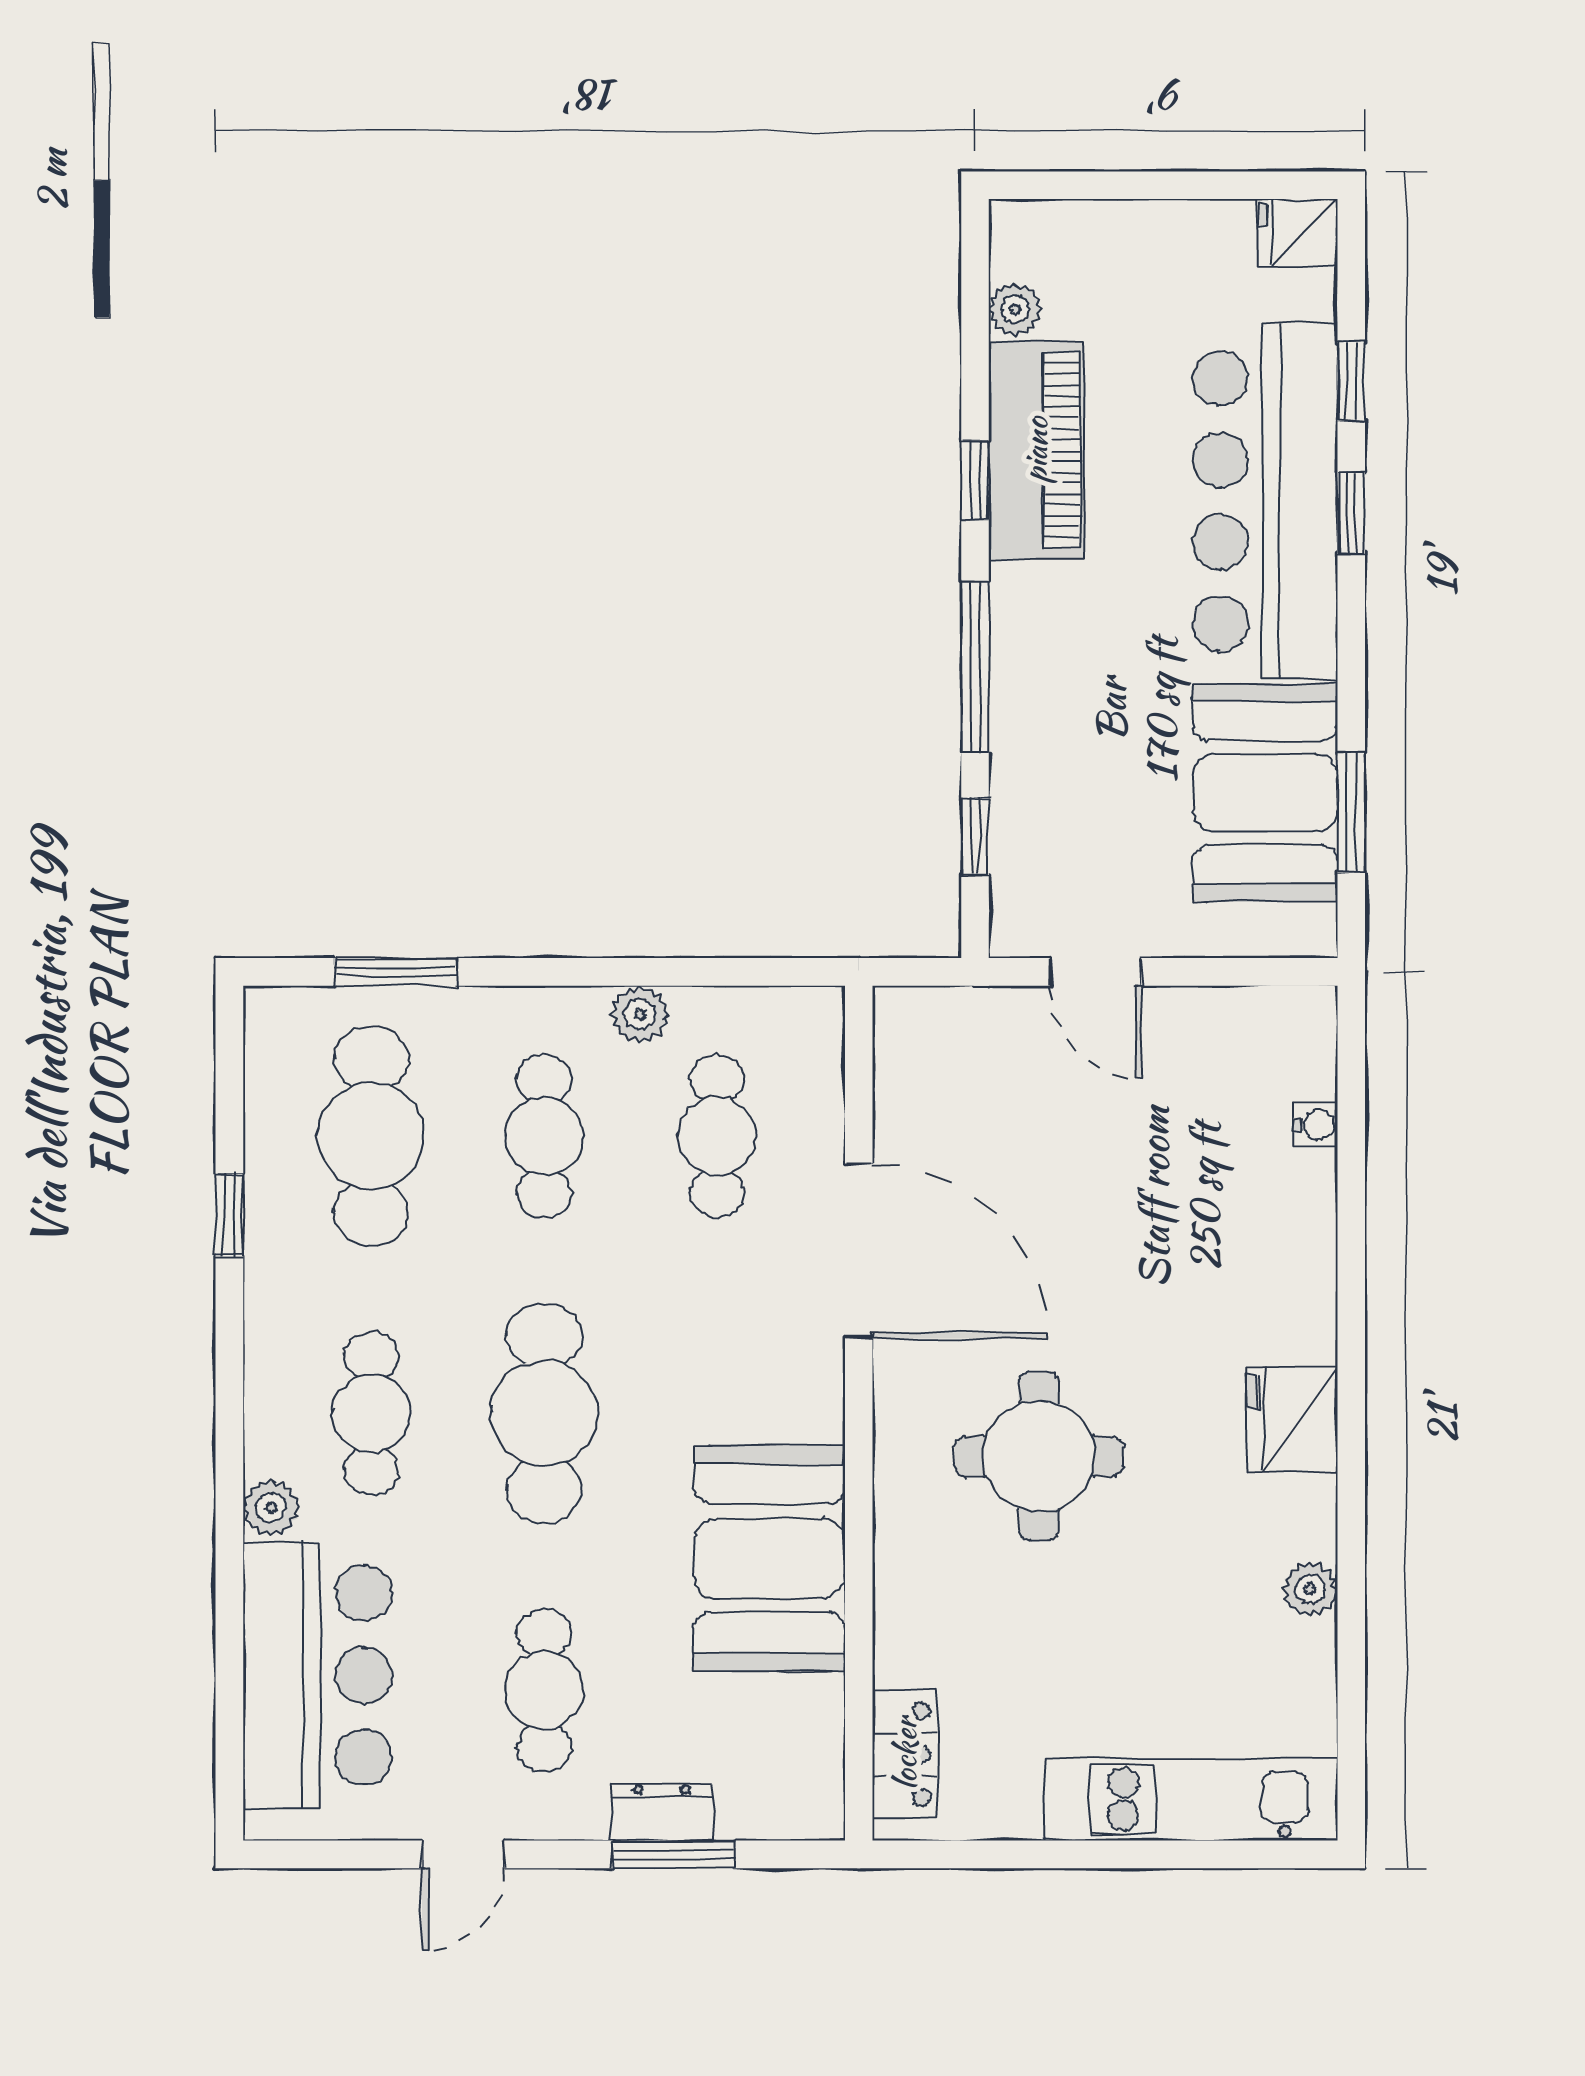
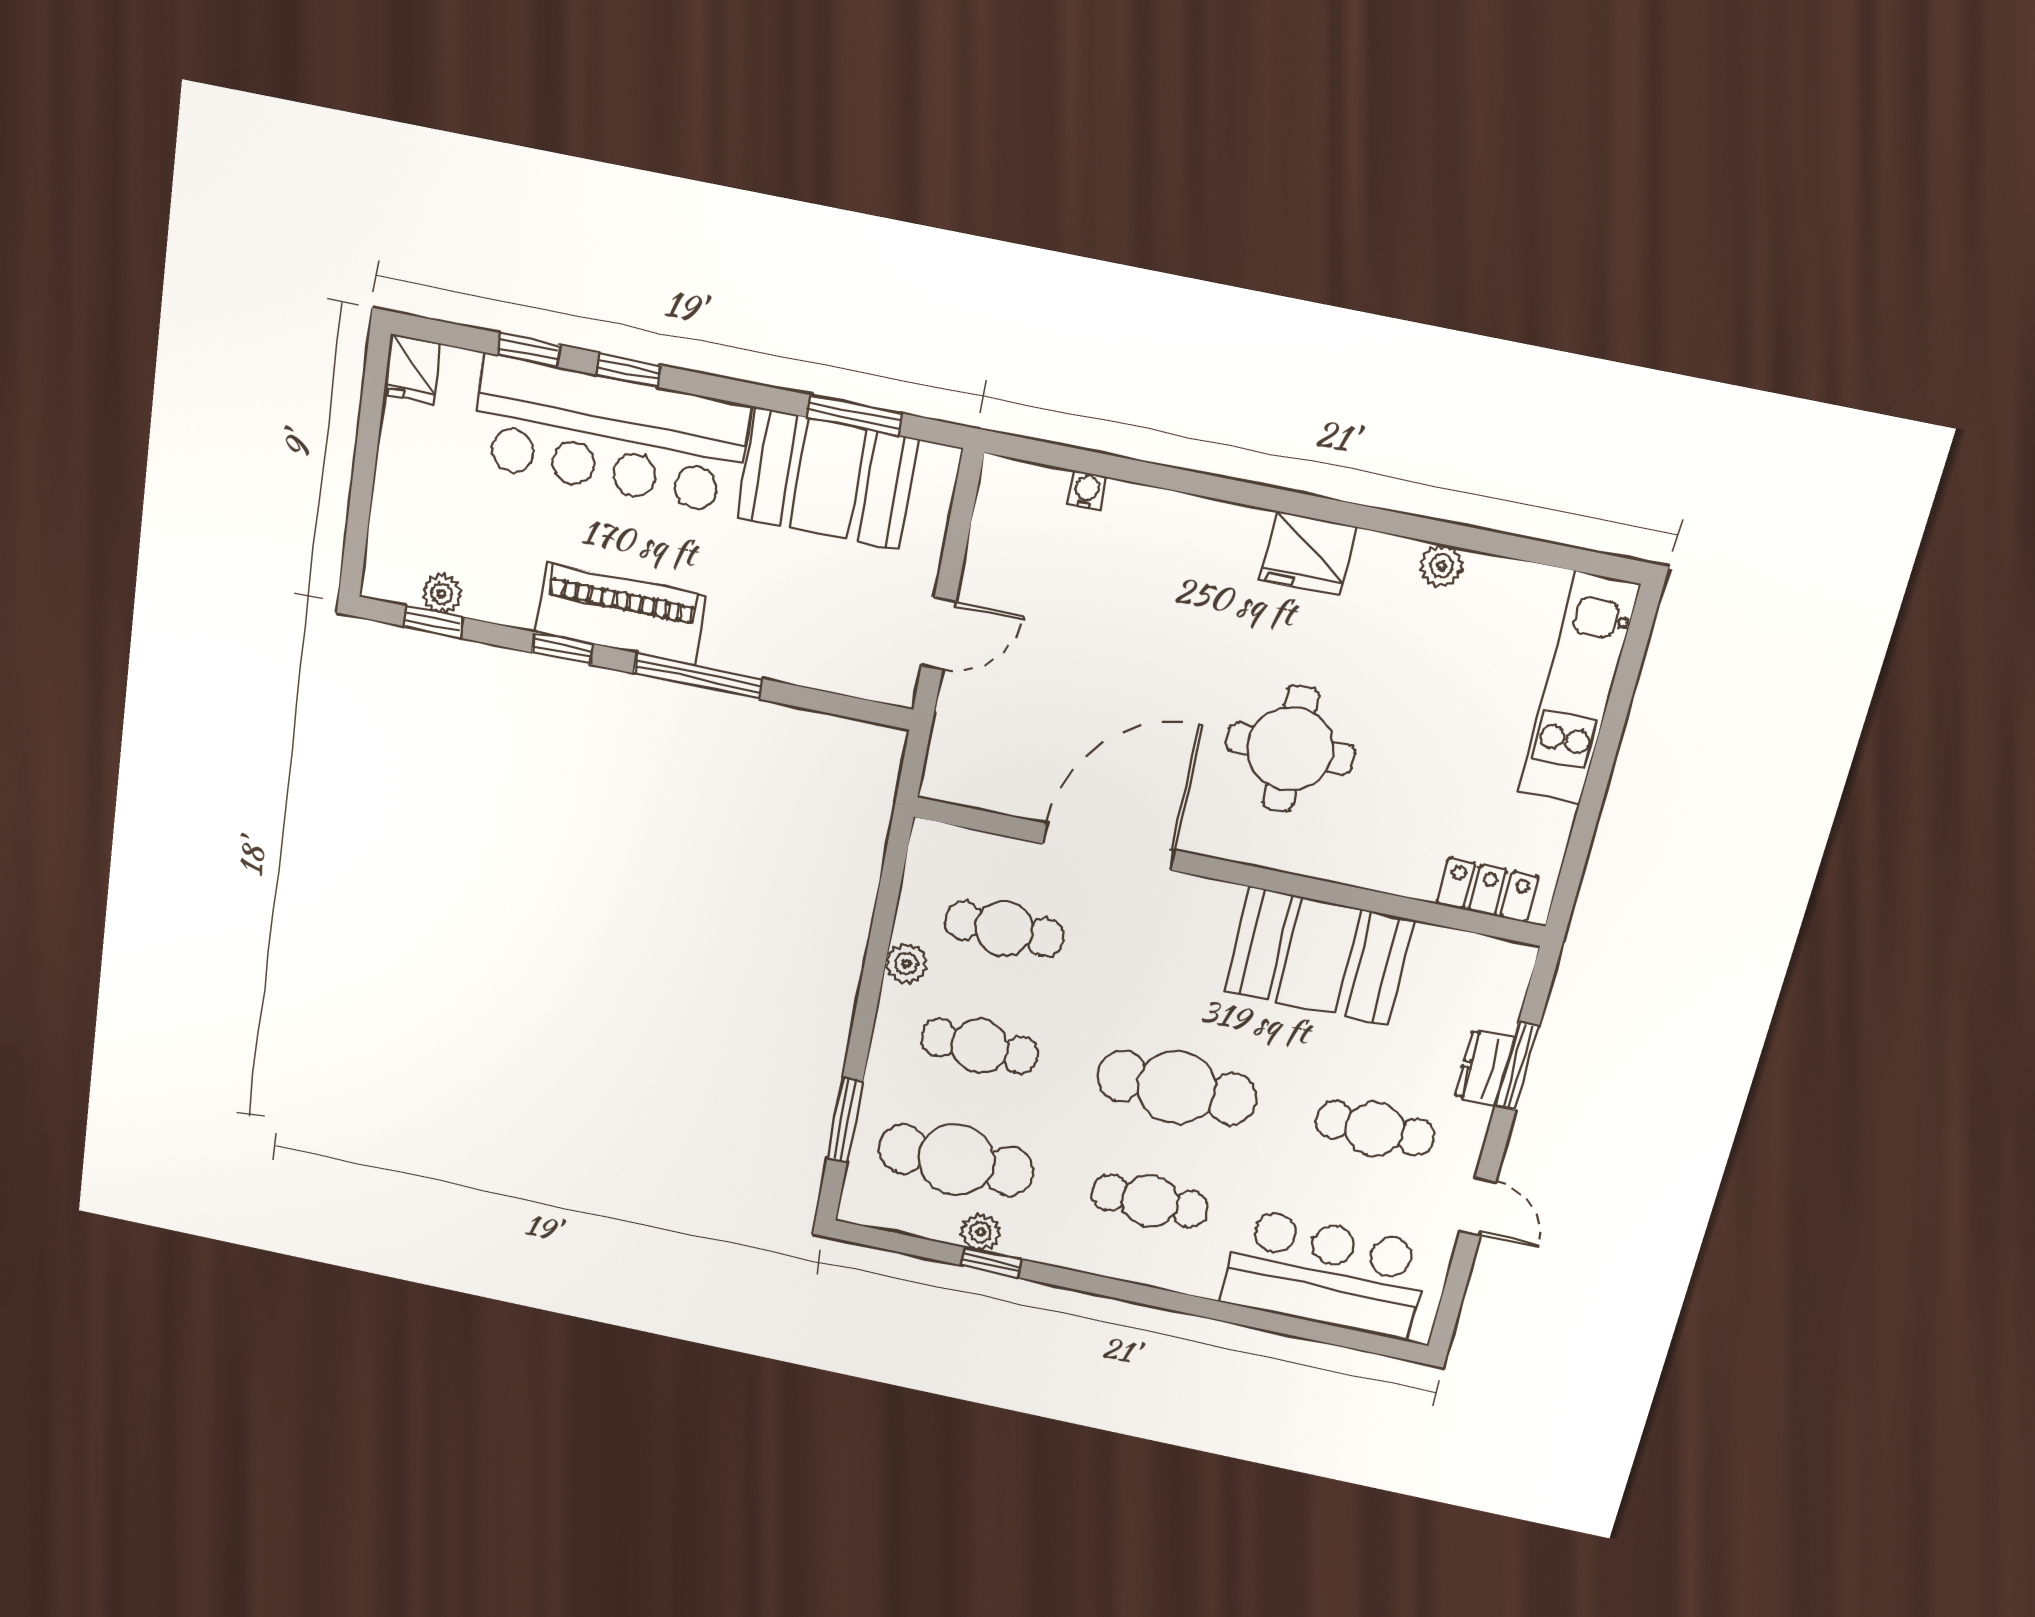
piano: (1036, 450) -> (620, 614), moved
window: (975, 836) -> (433, 622), moved
plant: (271, 1508) -> (980, 1232), moved

